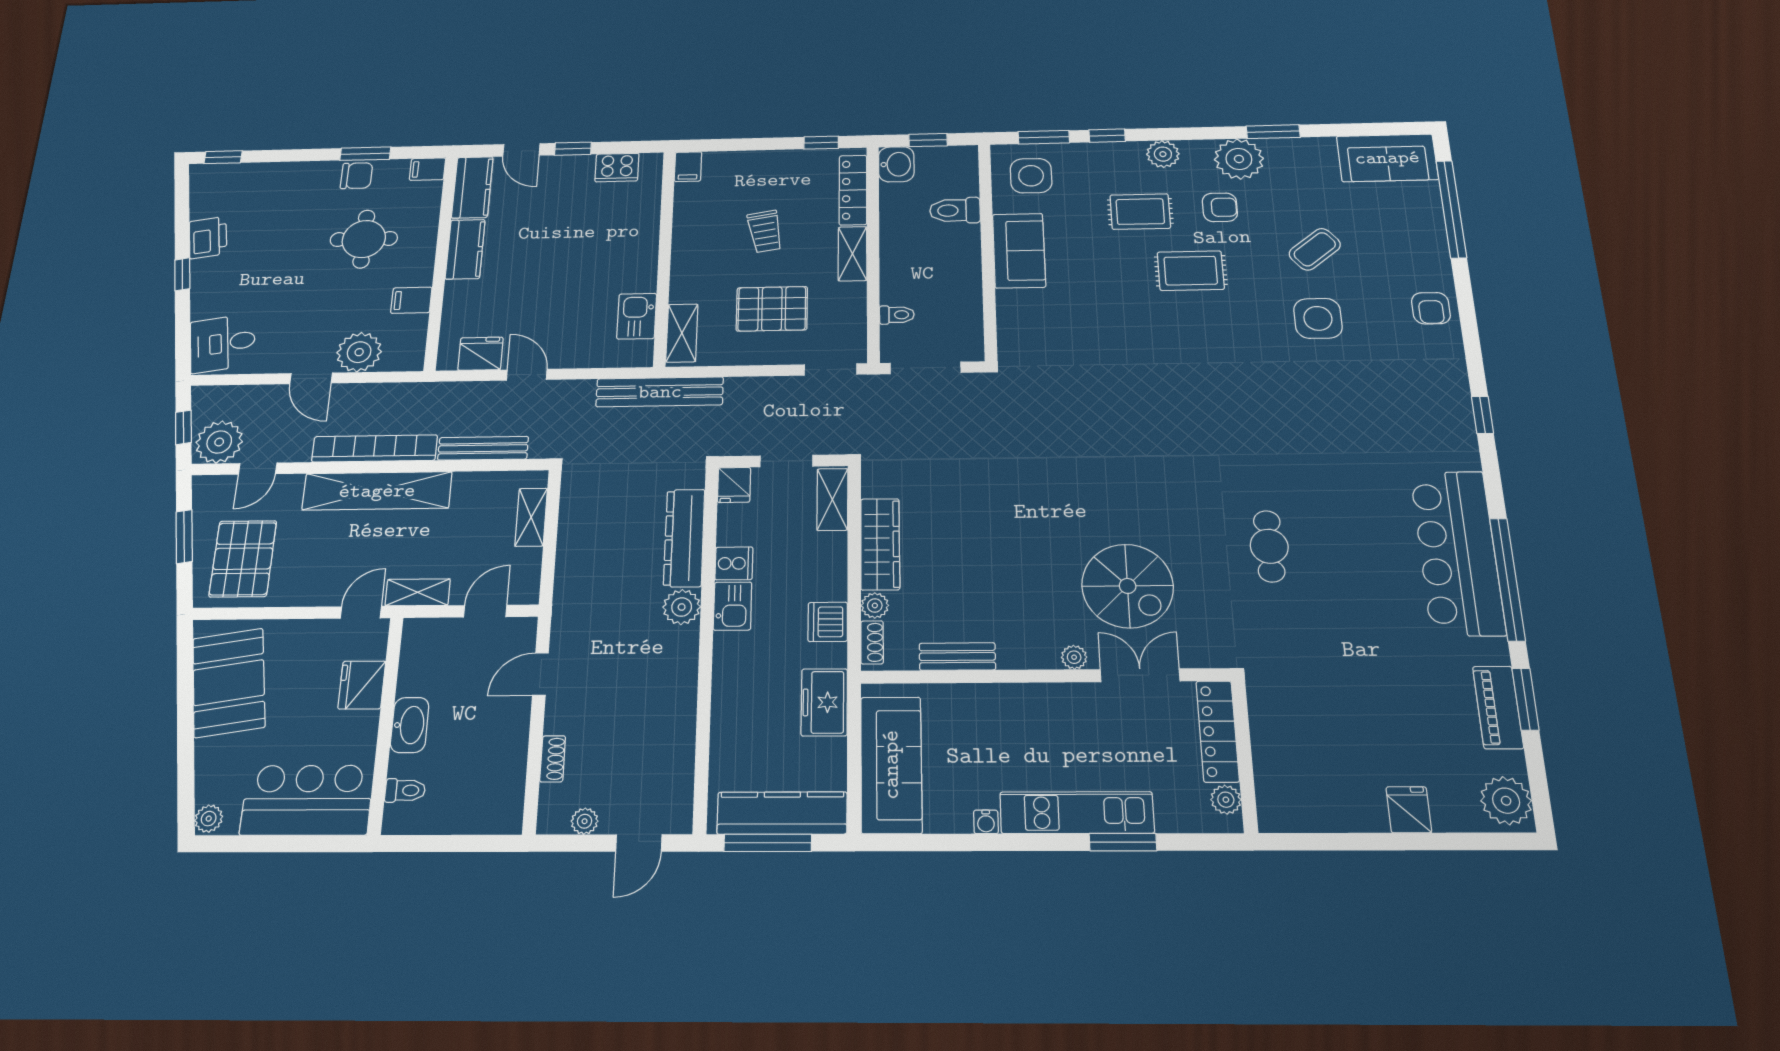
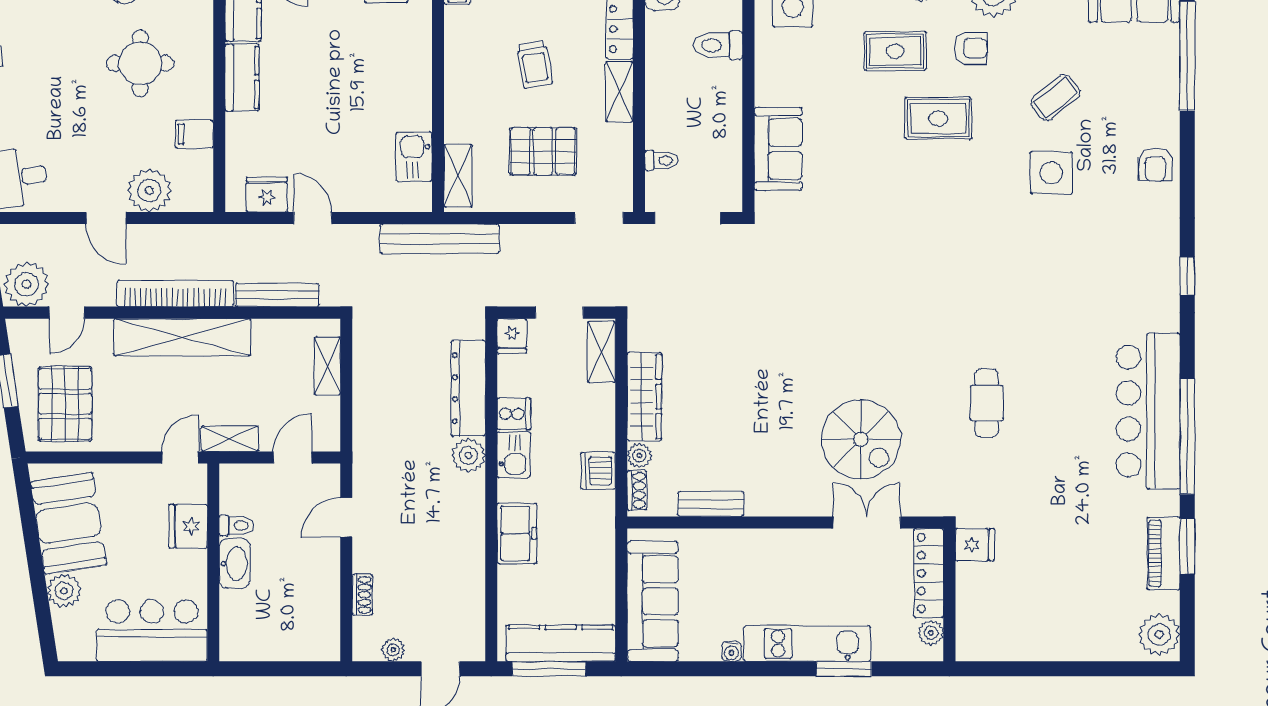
sofa: (1019, 251) -> (778, 149), moved
plant: (1074, 657) -> (811, 506), removed
freezer: (824, 702) -> (517, 533), moved, turned 180
toilet: (405, 790) -> (236, 525), moved
fridge: (1409, 810) -> (975, 545), moved, turned 90
plant: (209, 819) -> (64, 591), moved, width x1.38, depth x1.38

